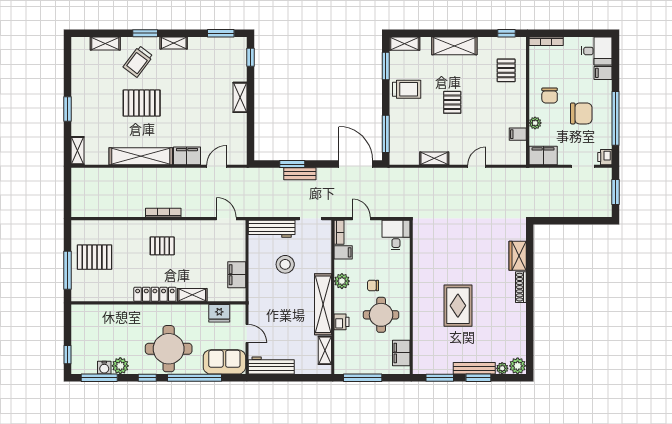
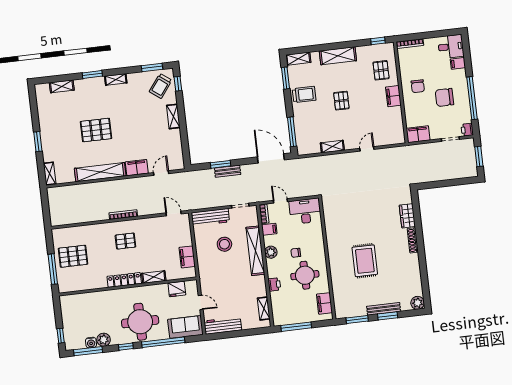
trolley: (138, 62) -> (161, 86), moved
chair: (581, 113) -> (444, 97), turned 180
plant: (535, 123) -> (409, 109), removed
filing cabinet: (518, 134) -> (393, 96), moved, width x2.00
desk: (396, 235) -> (305, 211), width x1.37
shelving: (323, 304) -> (255, 251), moved
plant: (502, 368) -> (406, 306), removed

